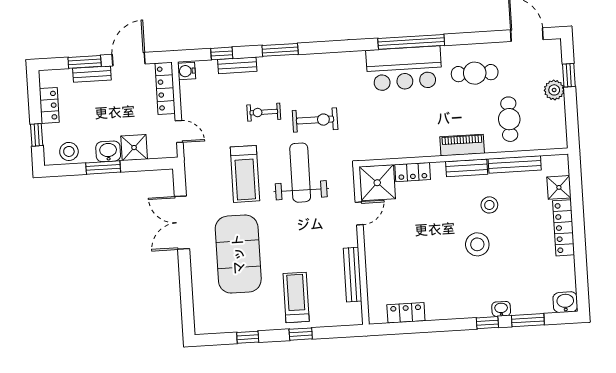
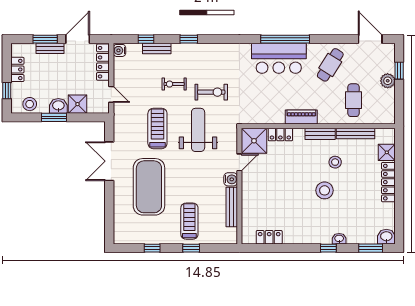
window: (280, 50) -> (189, 39), width x0.67
cafe table: (475, 73) -> (330, 65), turned -58
piano: (462, 145) -> (301, 117), moved
treadmill: (245, 174) -> (157, 128), turned 180
water cooler: (349, 237) -> (231, 179), added
window: (528, 320) -> (371, 248), moved

